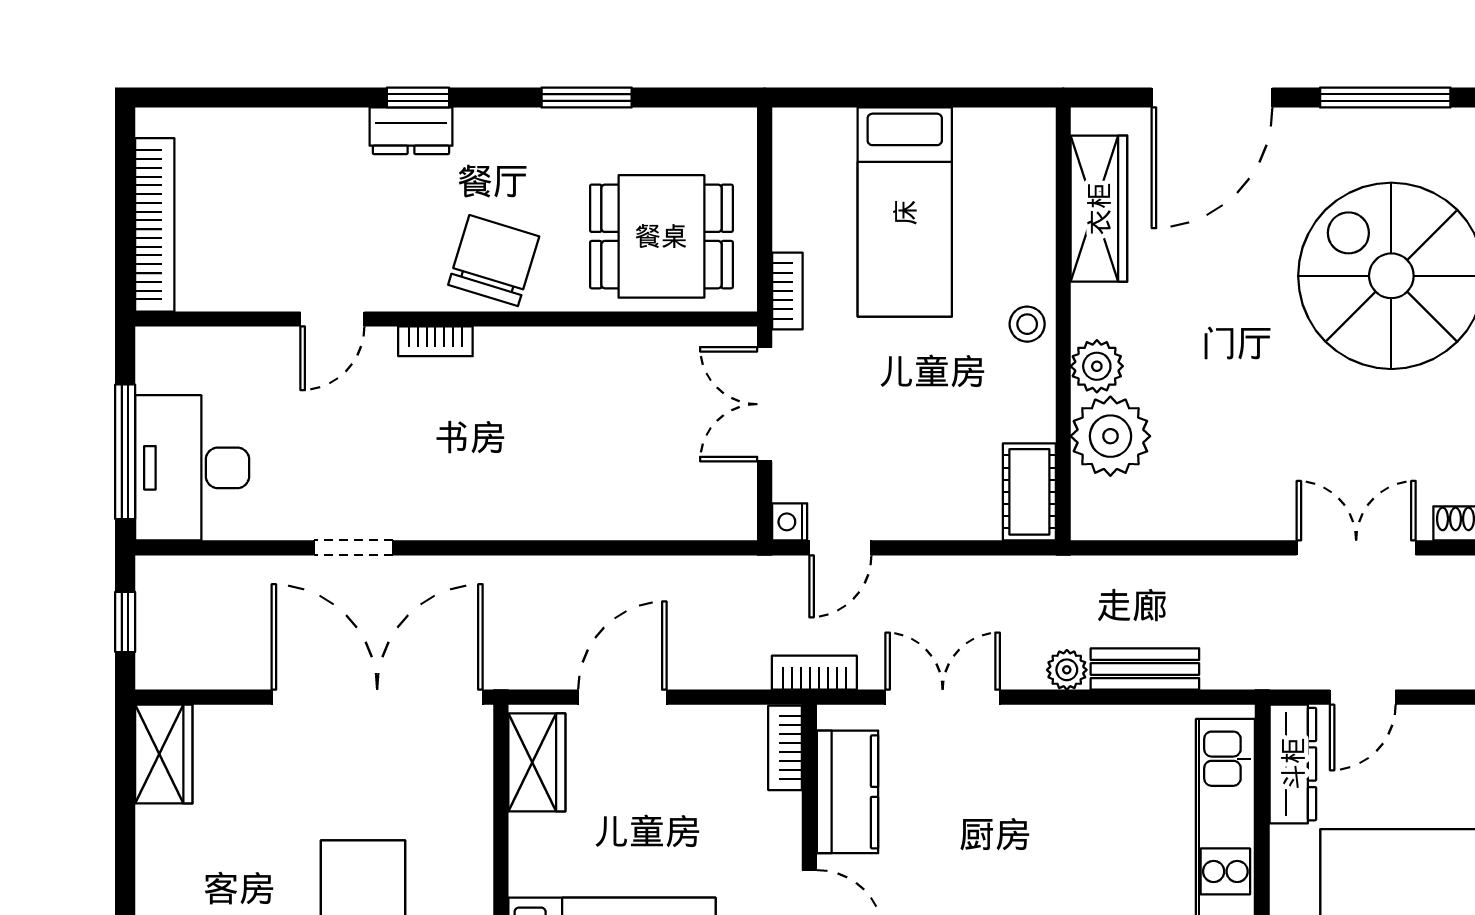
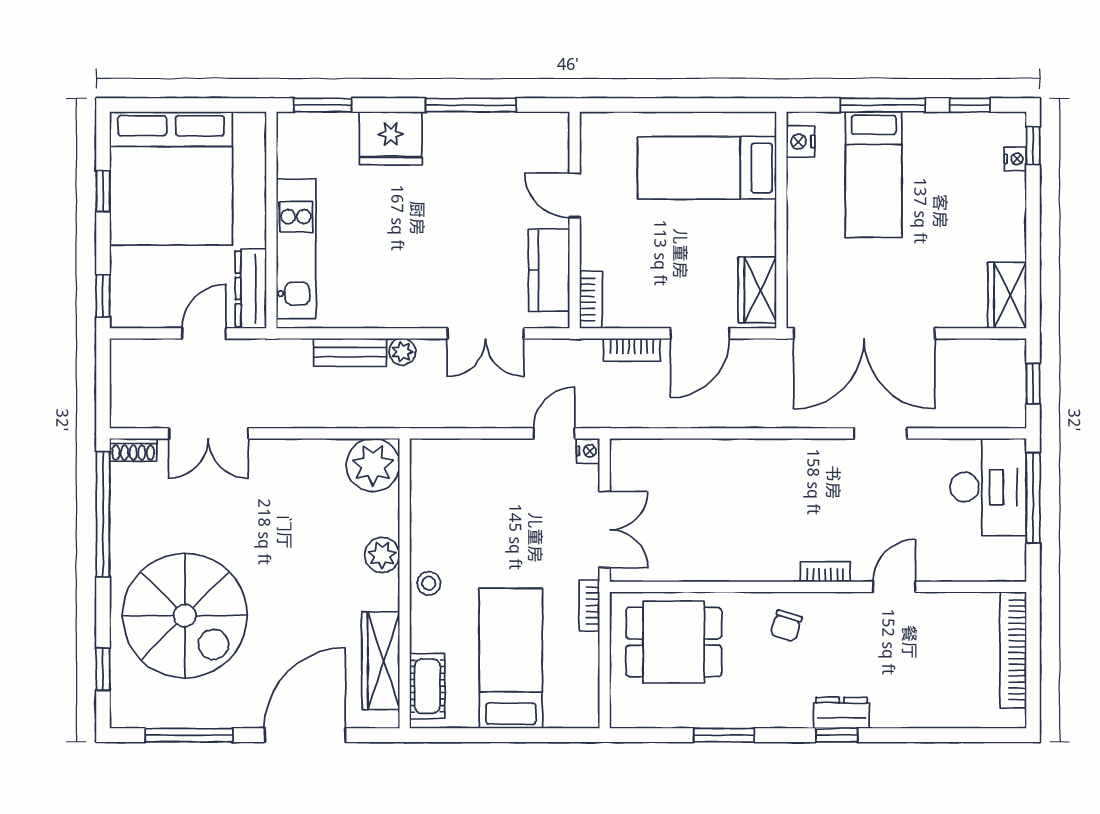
chair: (494, 261) -> (786, 626), width x0.54, depth x0.54
plant: (1110, 436) -> (373, 465), moved
cot: (1029, 492) -> (427, 686), moved
bookcase: (814, 673) -> (632, 350), moved

